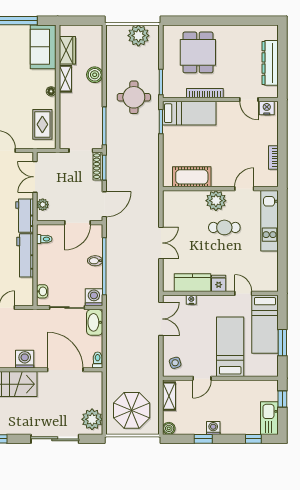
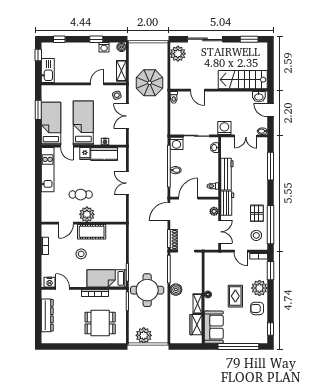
dining table: (198, 52) -> (100, 323), turned 90
boiler: (95, 75) -> (176, 290), moved
round table: (134, 97) -> (147, 290), width x1.36, depth x1.36
rug: (42, 124) -> (235, 296), moved
stool: (224, 147) -> (81, 254), added
cot: (192, 177) -> (92, 232), moved
kitchen unit: (270, 221) -> (48, 170), moved
double door: (161, 319) -> (127, 116), moved
washbasin: (95, 322) -> (176, 125), removed
bed: (230, 347) -> (83, 123), moved, turned 180
washing machine: (25, 359) -> (224, 128), moved, turned 180
door: (65, 370) -> (198, 90), width x0.53
window: (282, 399) -> (38, 55), moved
parasol: (132, 410) -> (150, 83), moved
kitchen sink: (269, 418) -> (48, 70), moved
washing machine: (213, 428) -> (104, 47), moved

